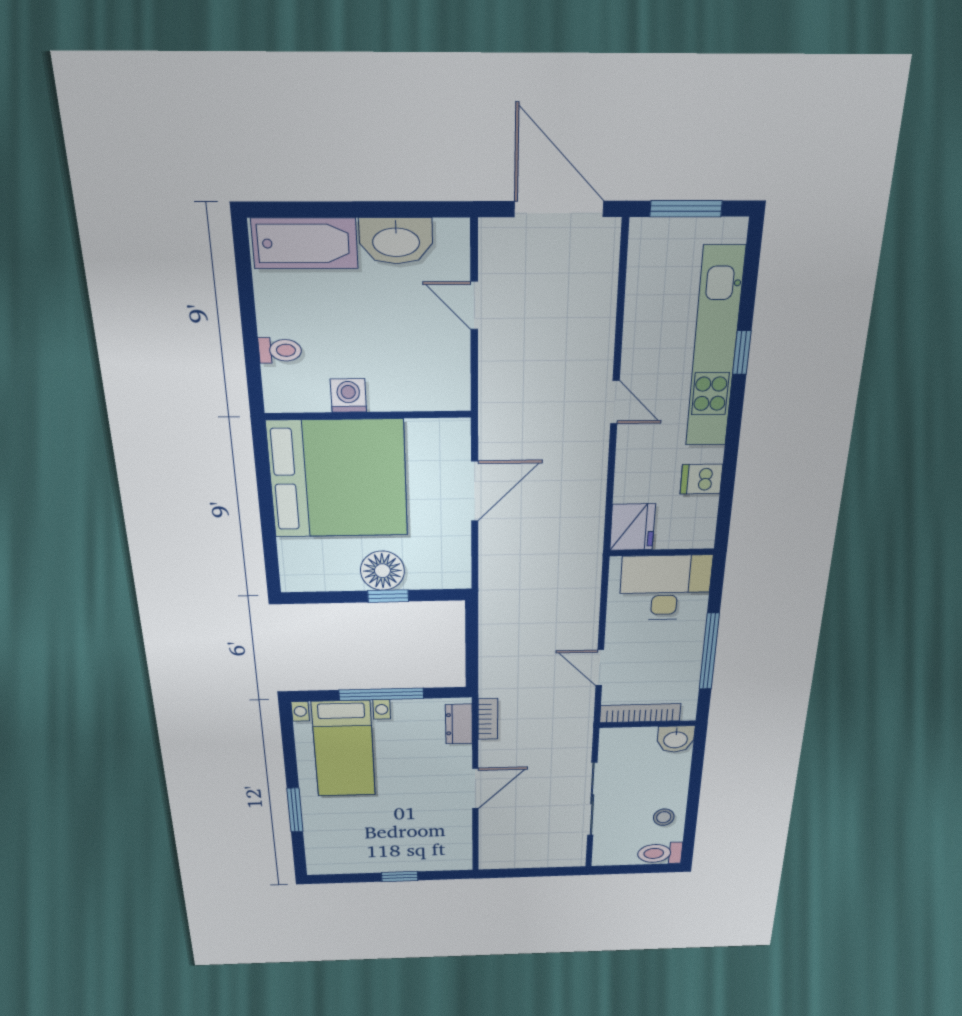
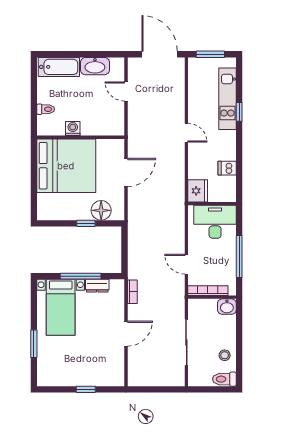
kitchen unit: (715, 349) -> (227, 99), width x0.73
floor lamp: (382, 571) -> (101, 210), moved
dresser: (459, 724) -> (97, 286), moved, turned -90

